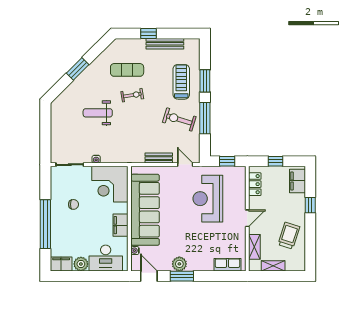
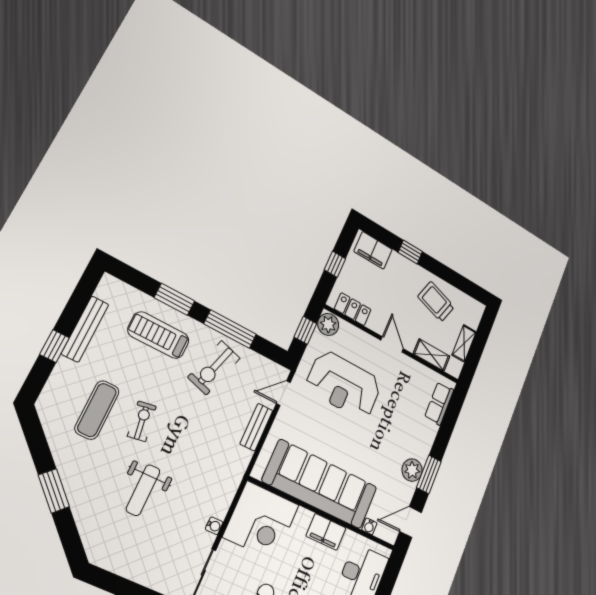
plant: (238, 173) -> (328, 324), added

